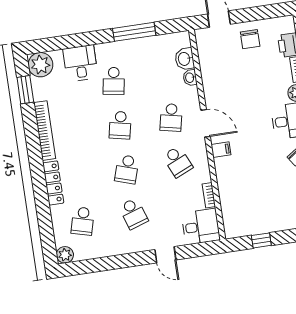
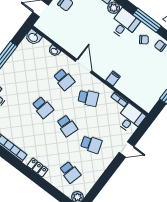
washbasin: (185, 59) -> (33, 37), moved
school desk: (114, 81) -> (19, 89), removed
door: (206, 123) -> (84, 66), hinge flipped
filing cabinet: (221, 150) -> (113, 79), moved
locker: (53, 183) -> (38, 168), width x0.66

